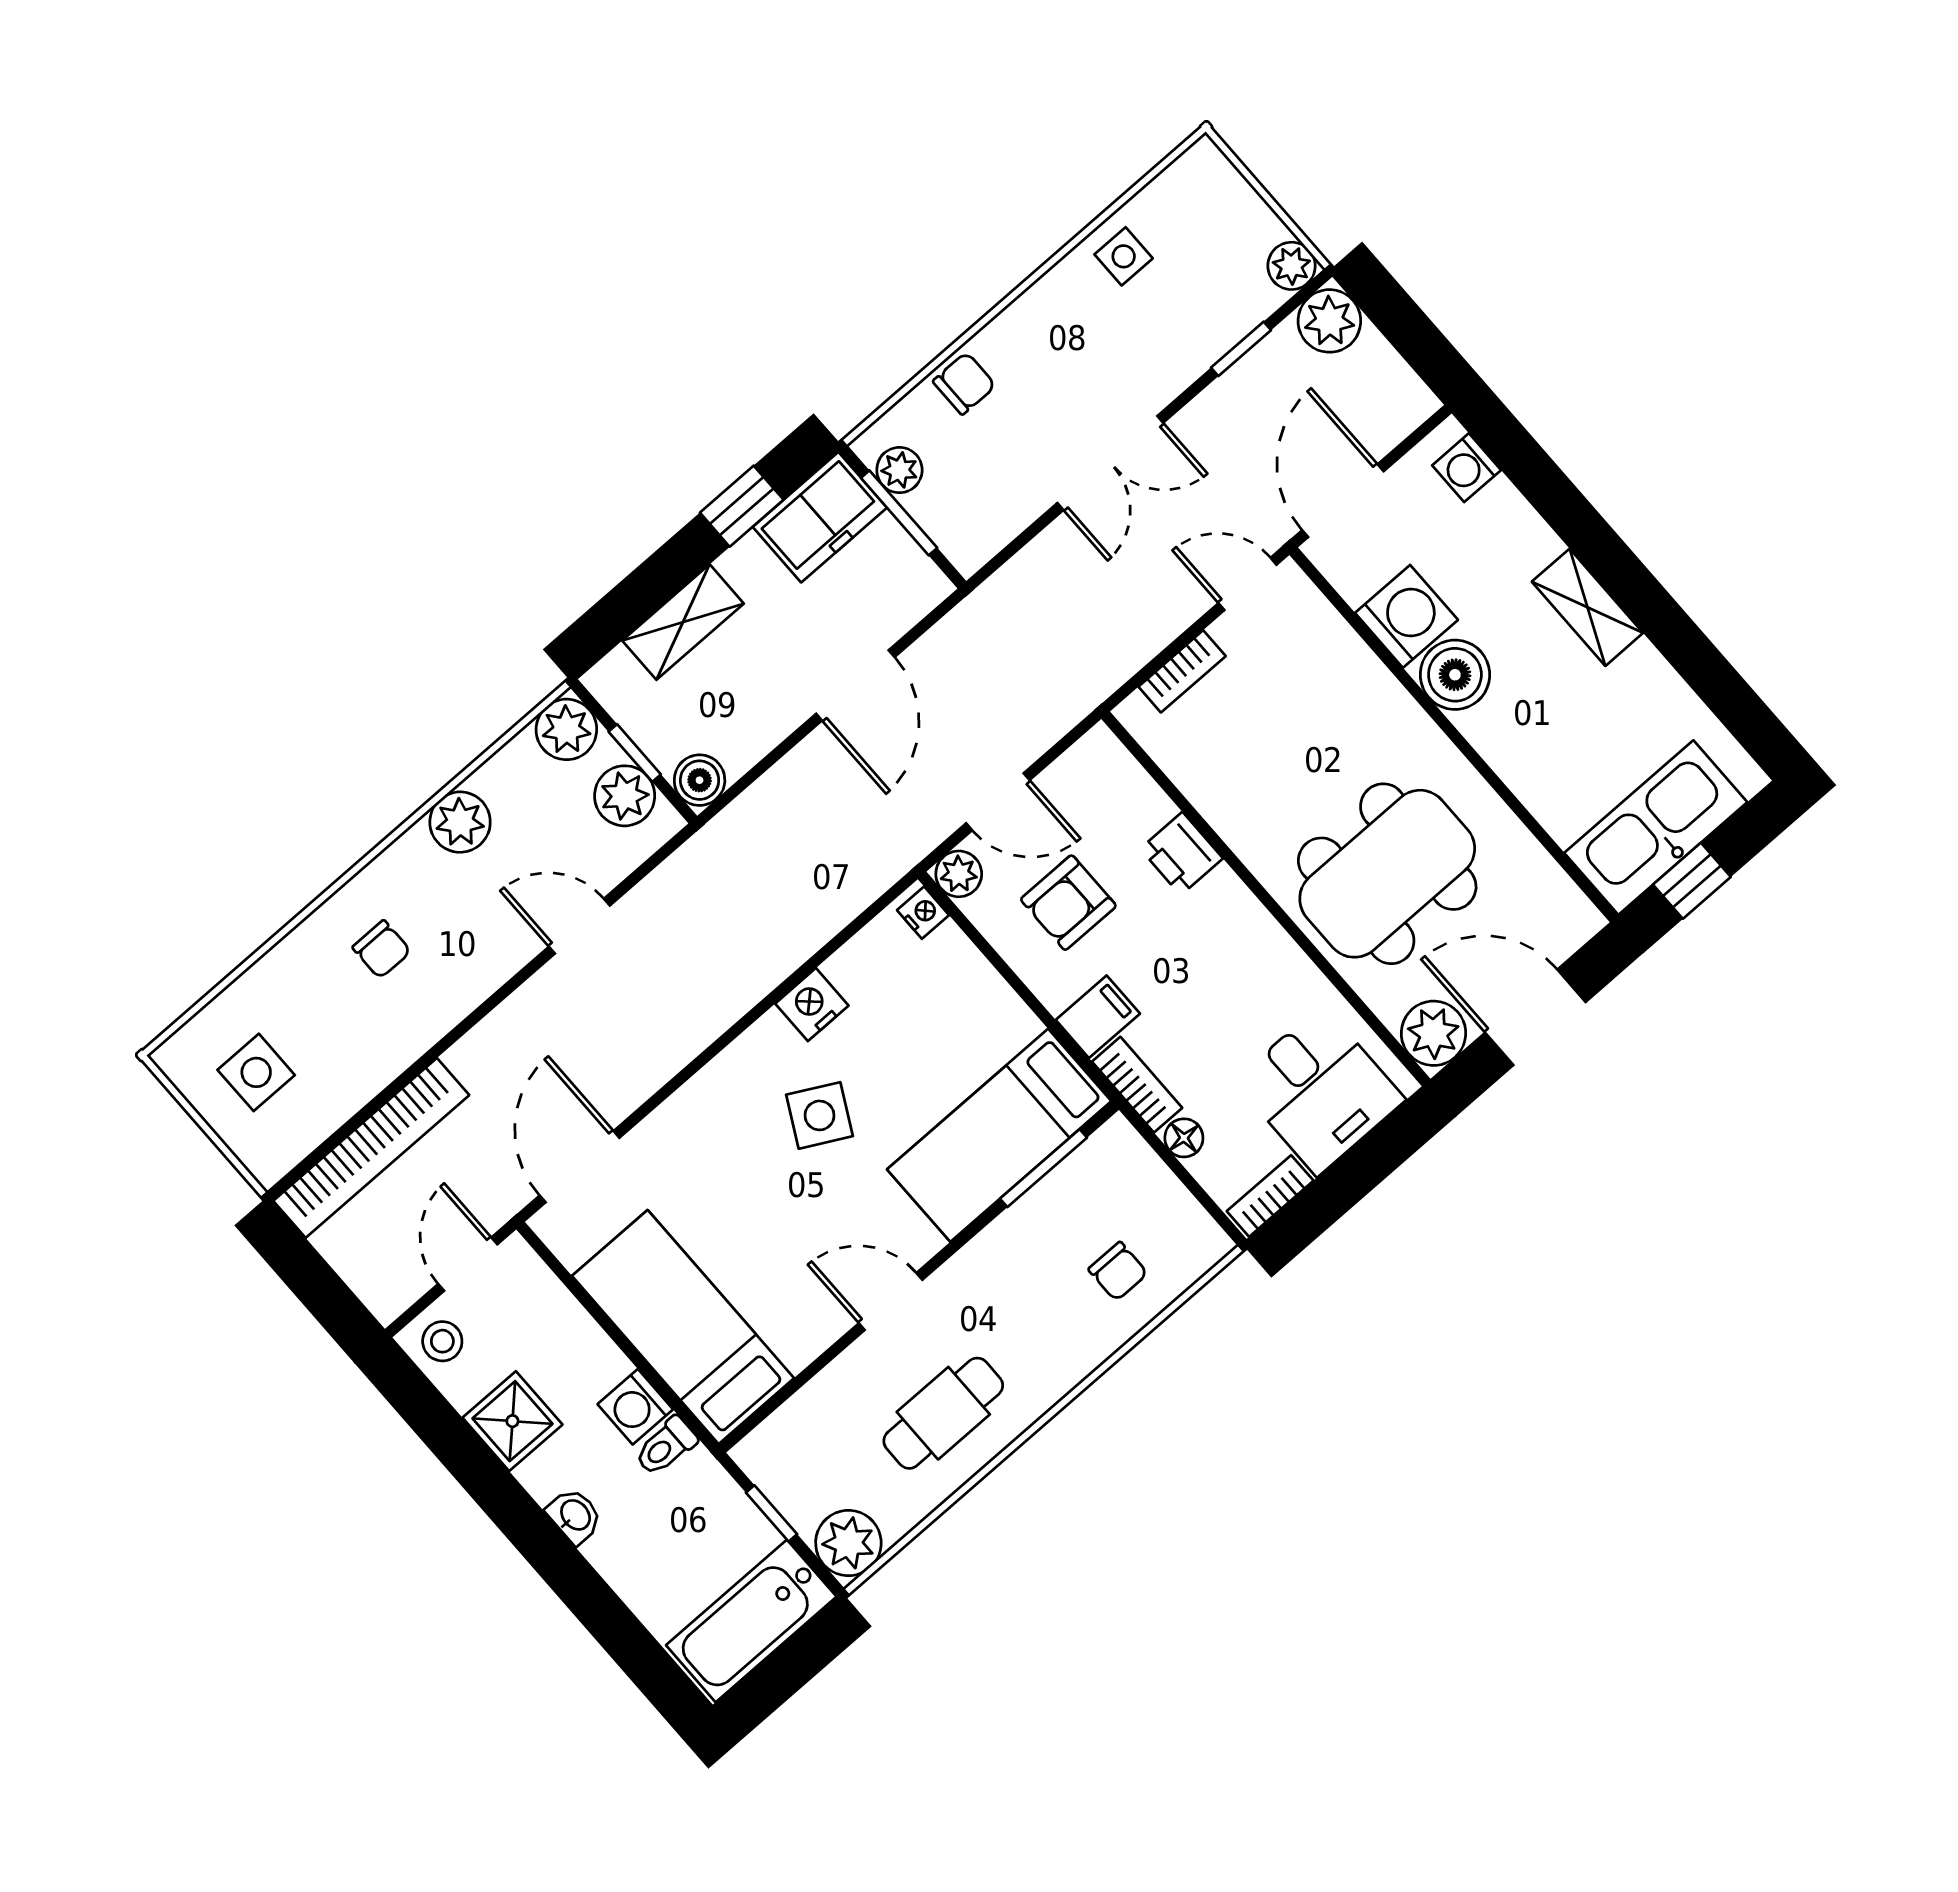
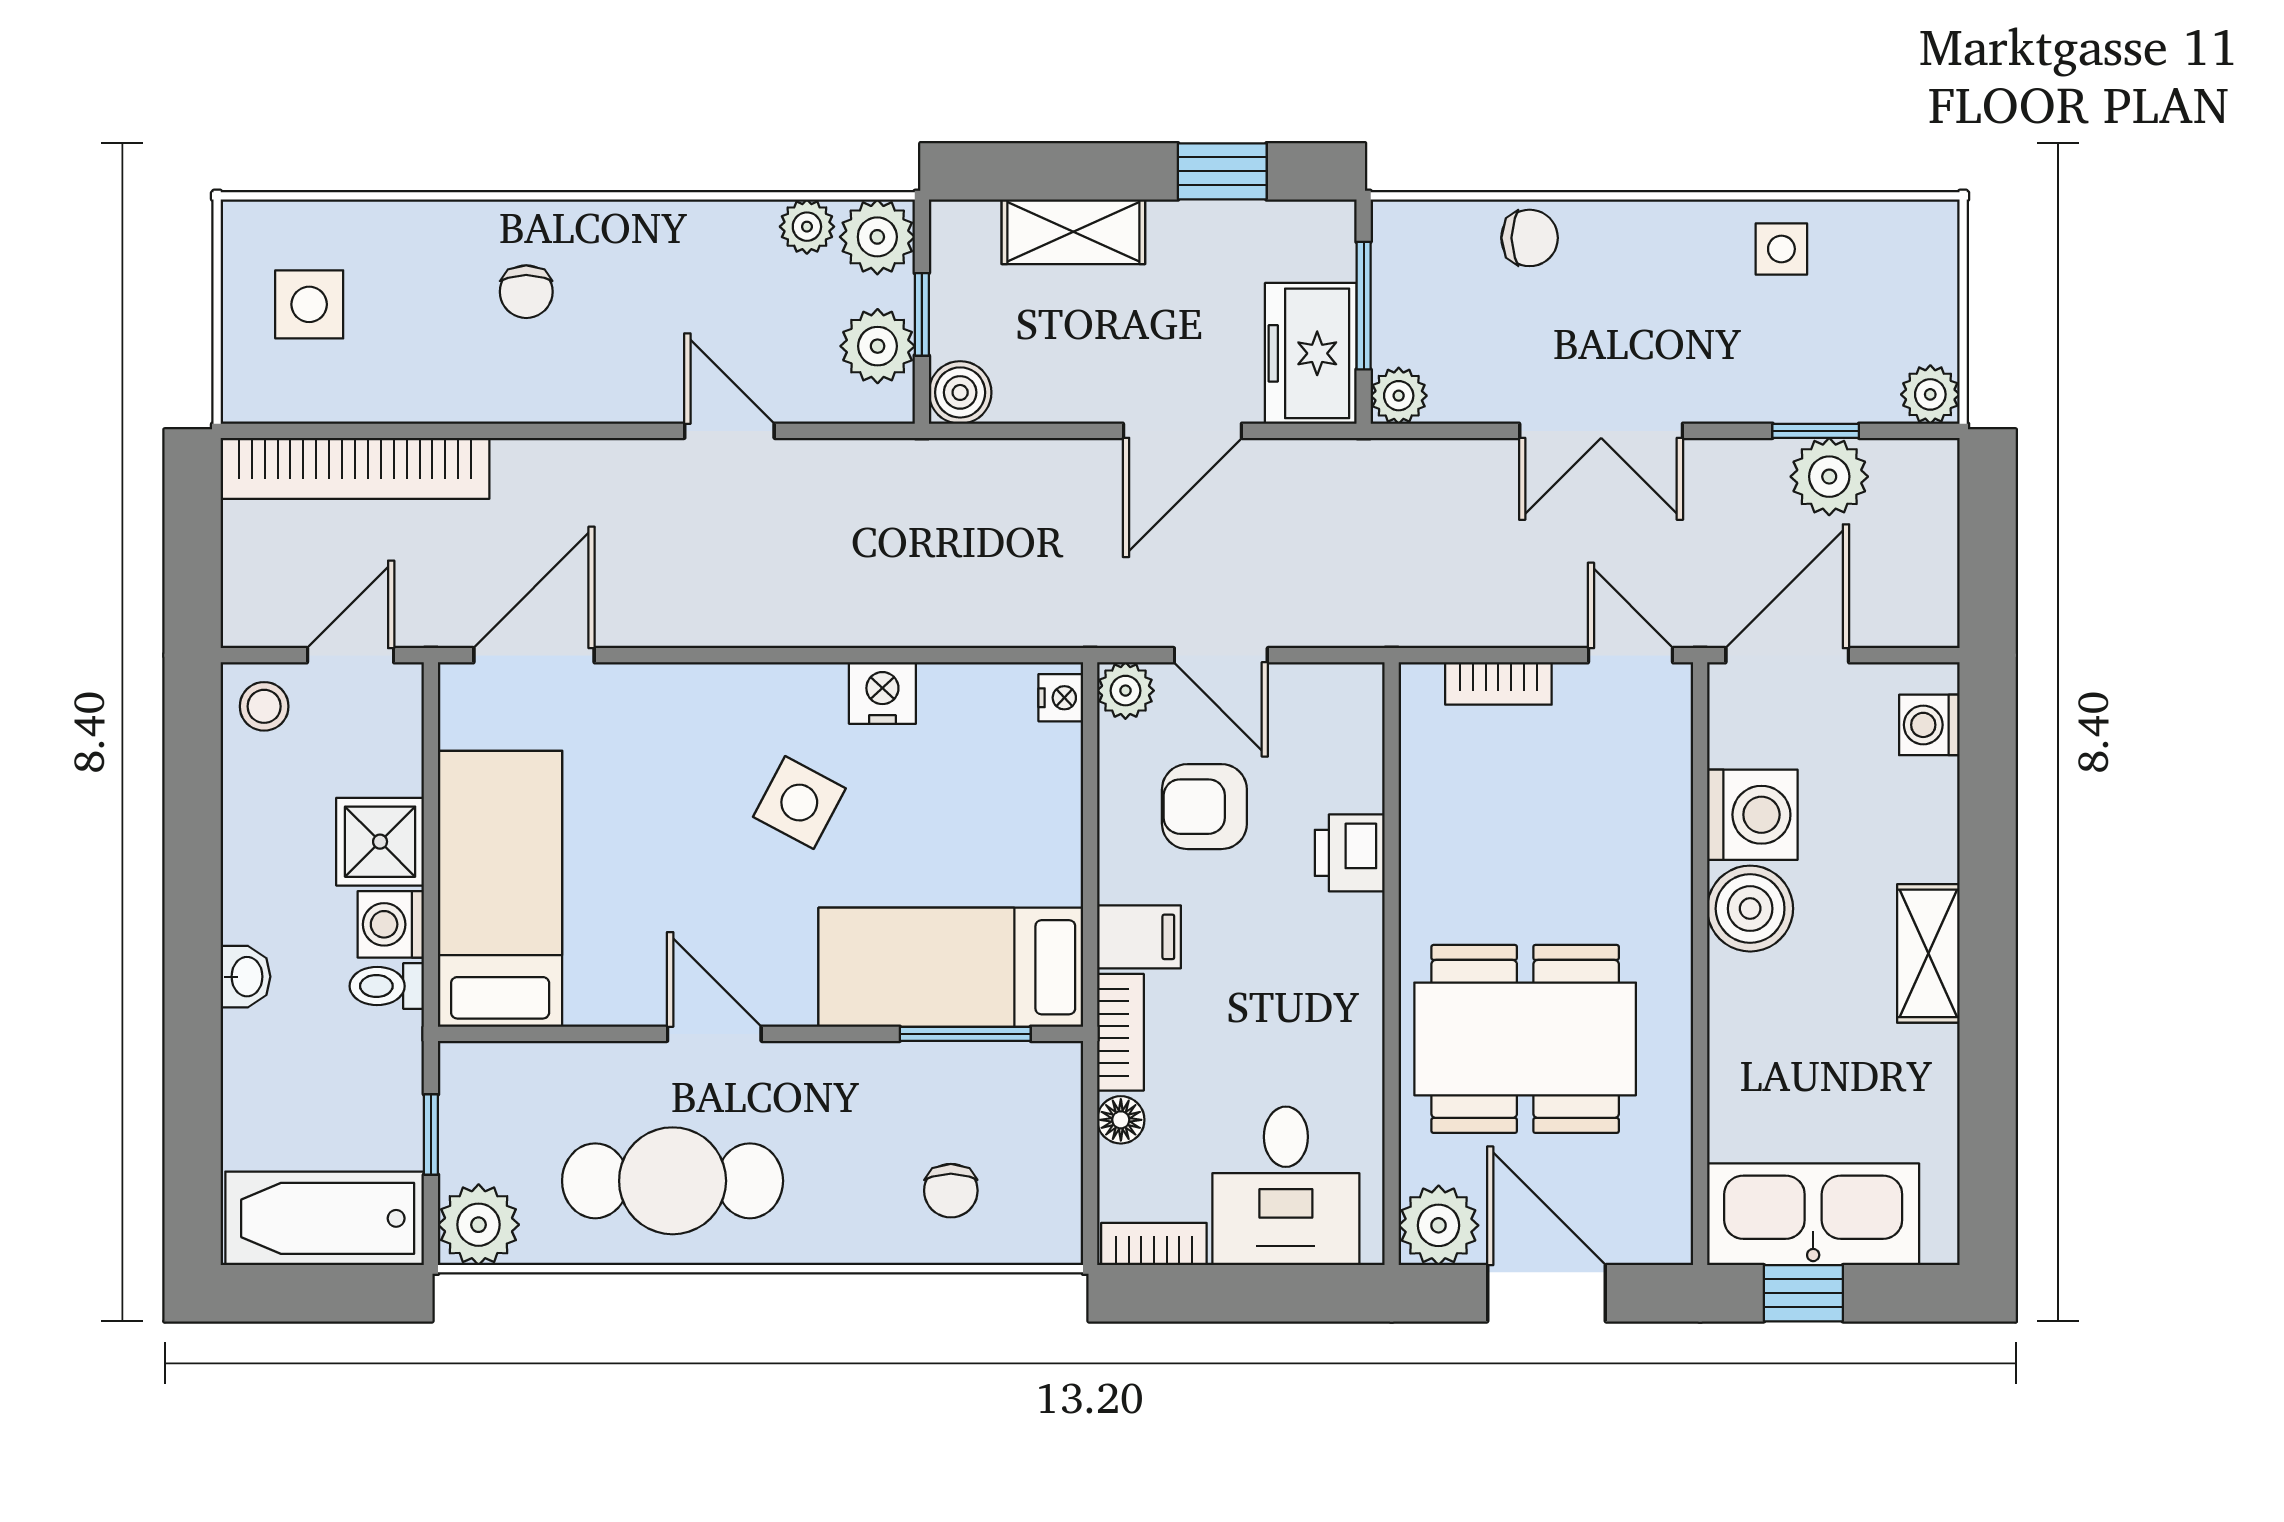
plant: (1329, 321) -> (1829, 477), moved
plant: (899, 470) -> (1399, 396), moved
freezer: (820, 517) -> (1311, 353), moved, turned 90
plant: (460, 822) -> (807, 227), moved, width x0.73, depth x0.73
cafe table: (943, 1413) -> (673, 1181), width x1.37, depth x1.35
shower: (512, 1421) -> (380, 842), moved

